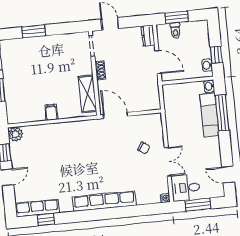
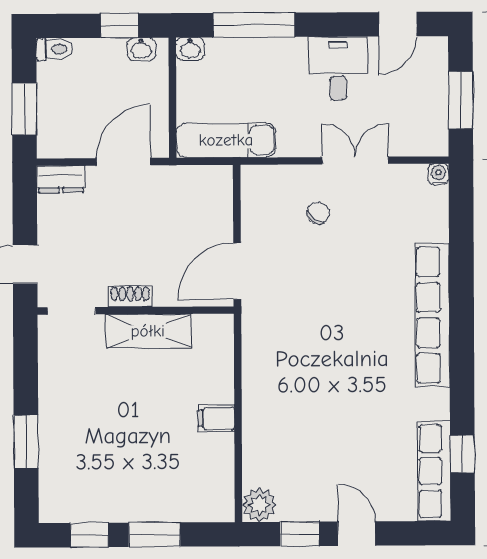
toilet: (175, 31) -> (54, 49), moved
shelving: (87, 94) -> (148, 331), moved
exam couch: (209, 115) -> (226, 140), moved, turned 180
desk: (186, 188) -> (338, 68), moved, turned 180

